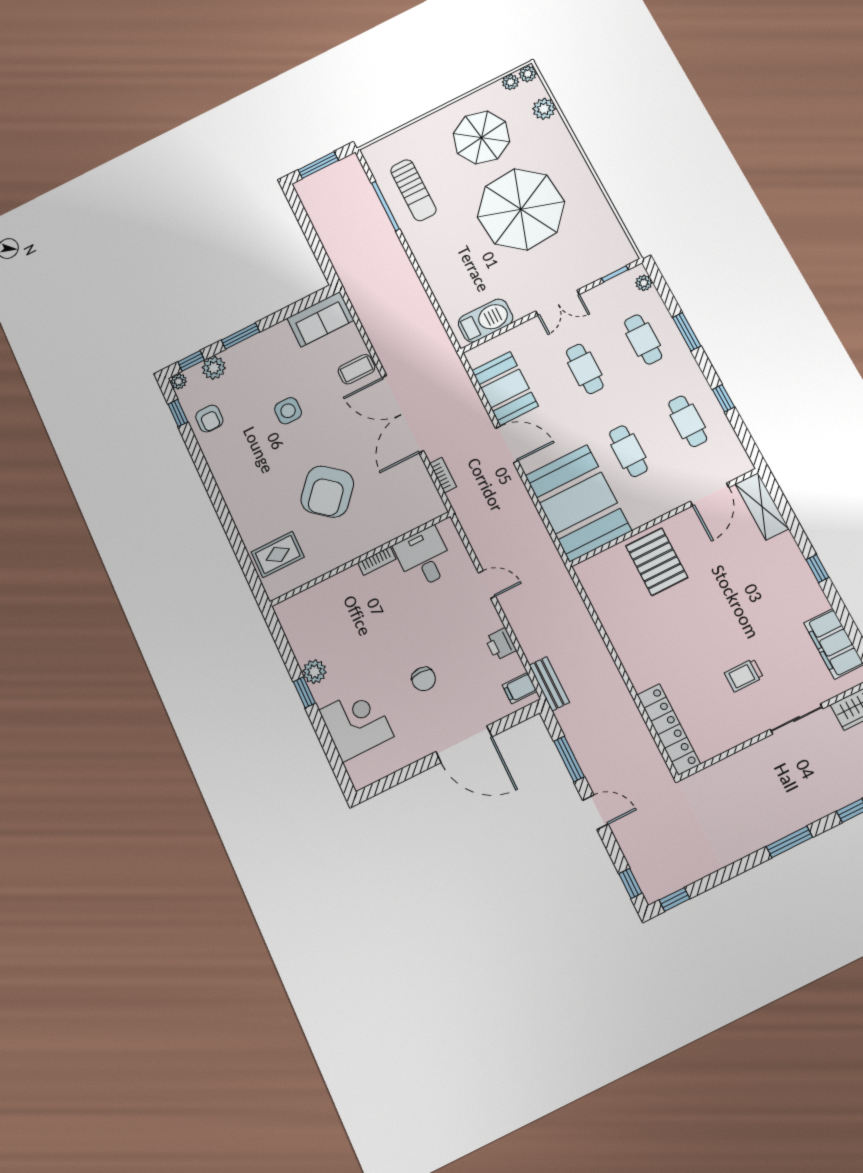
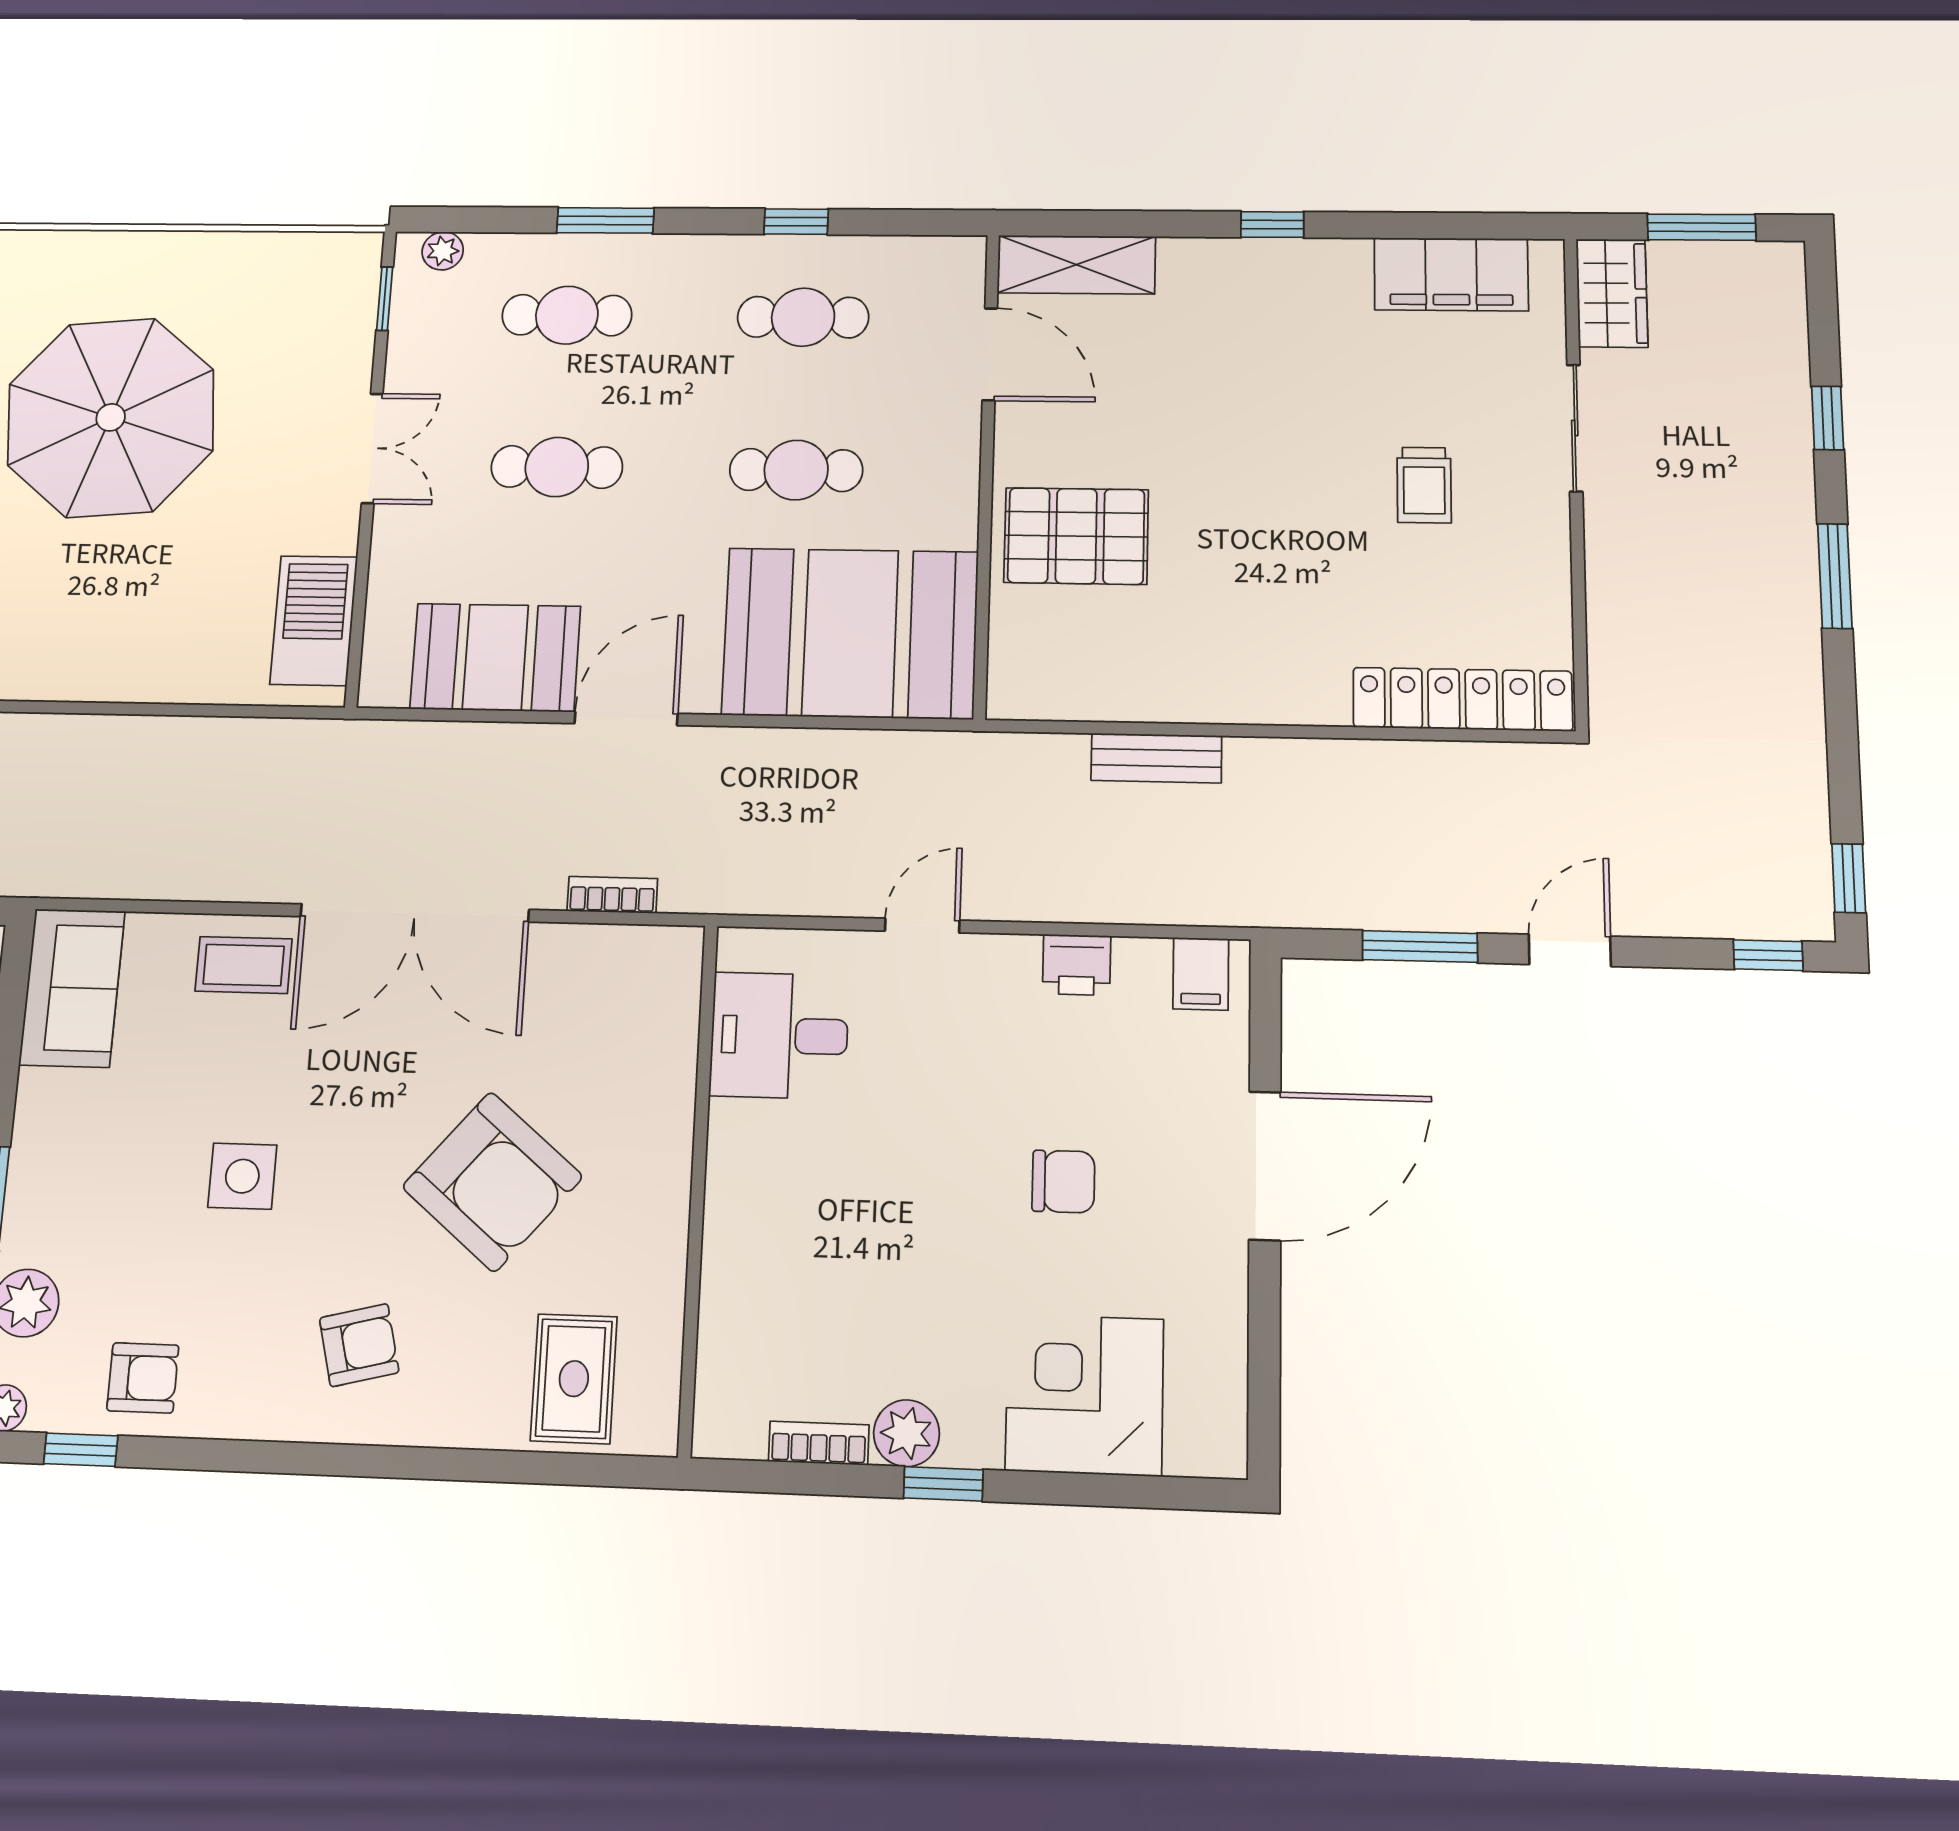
coffee table: (356, 369) -> (244, 965), turned 90
armchair: (254, 480) -> (359, 1345), added
bookcase: (377, 561) -> (819, 1443), moved, turned -90
bench: (549, 684) -> (1156, 758), moved

